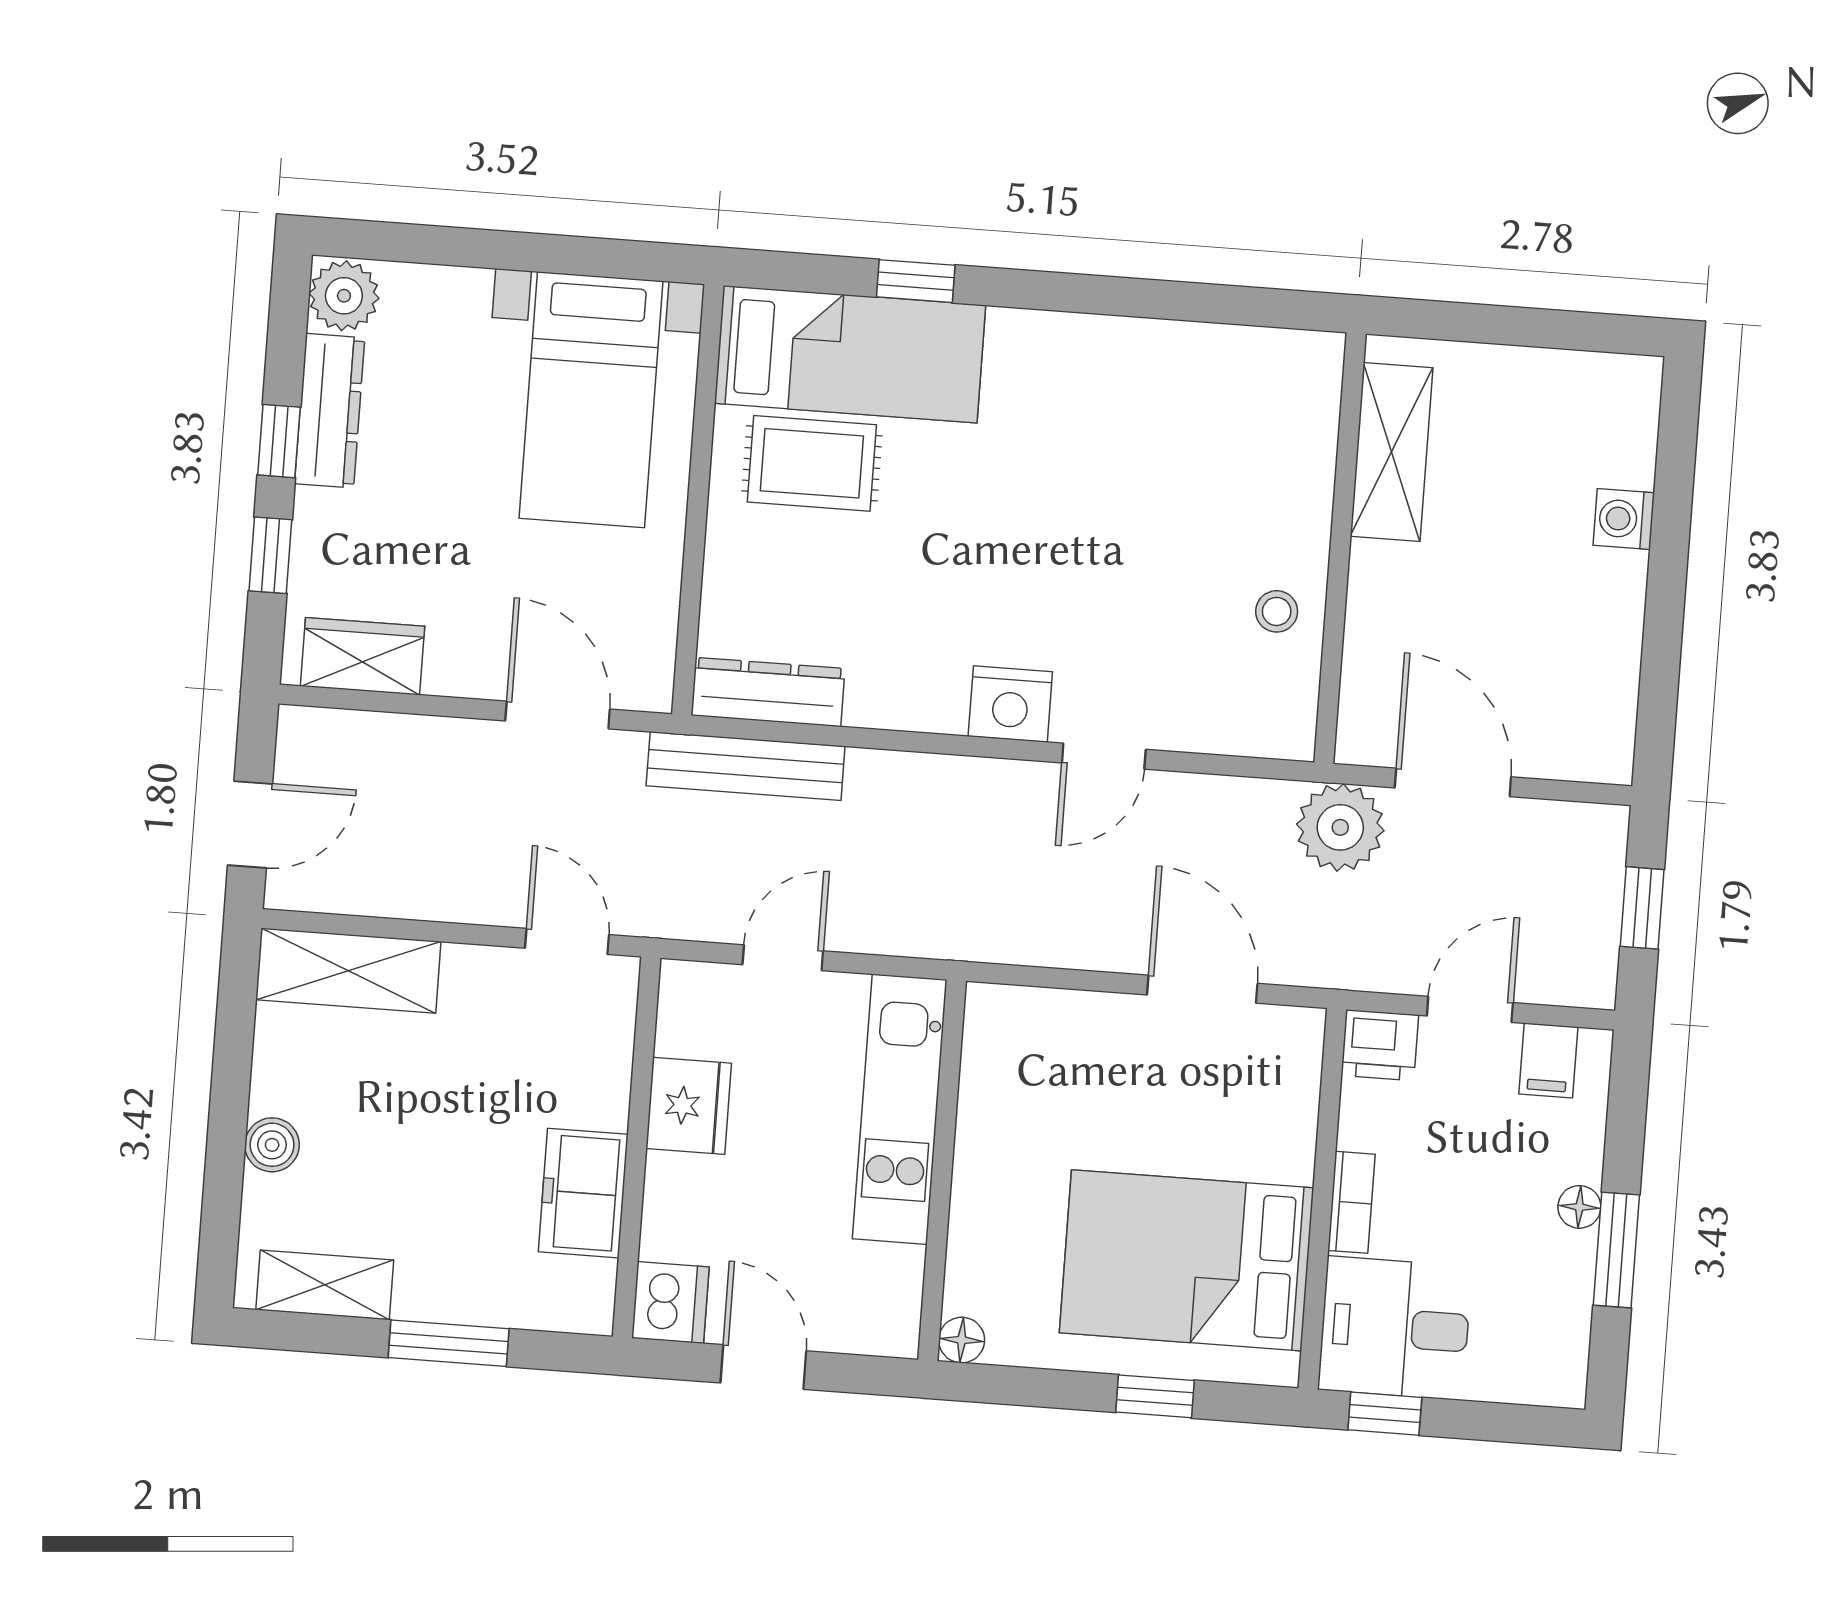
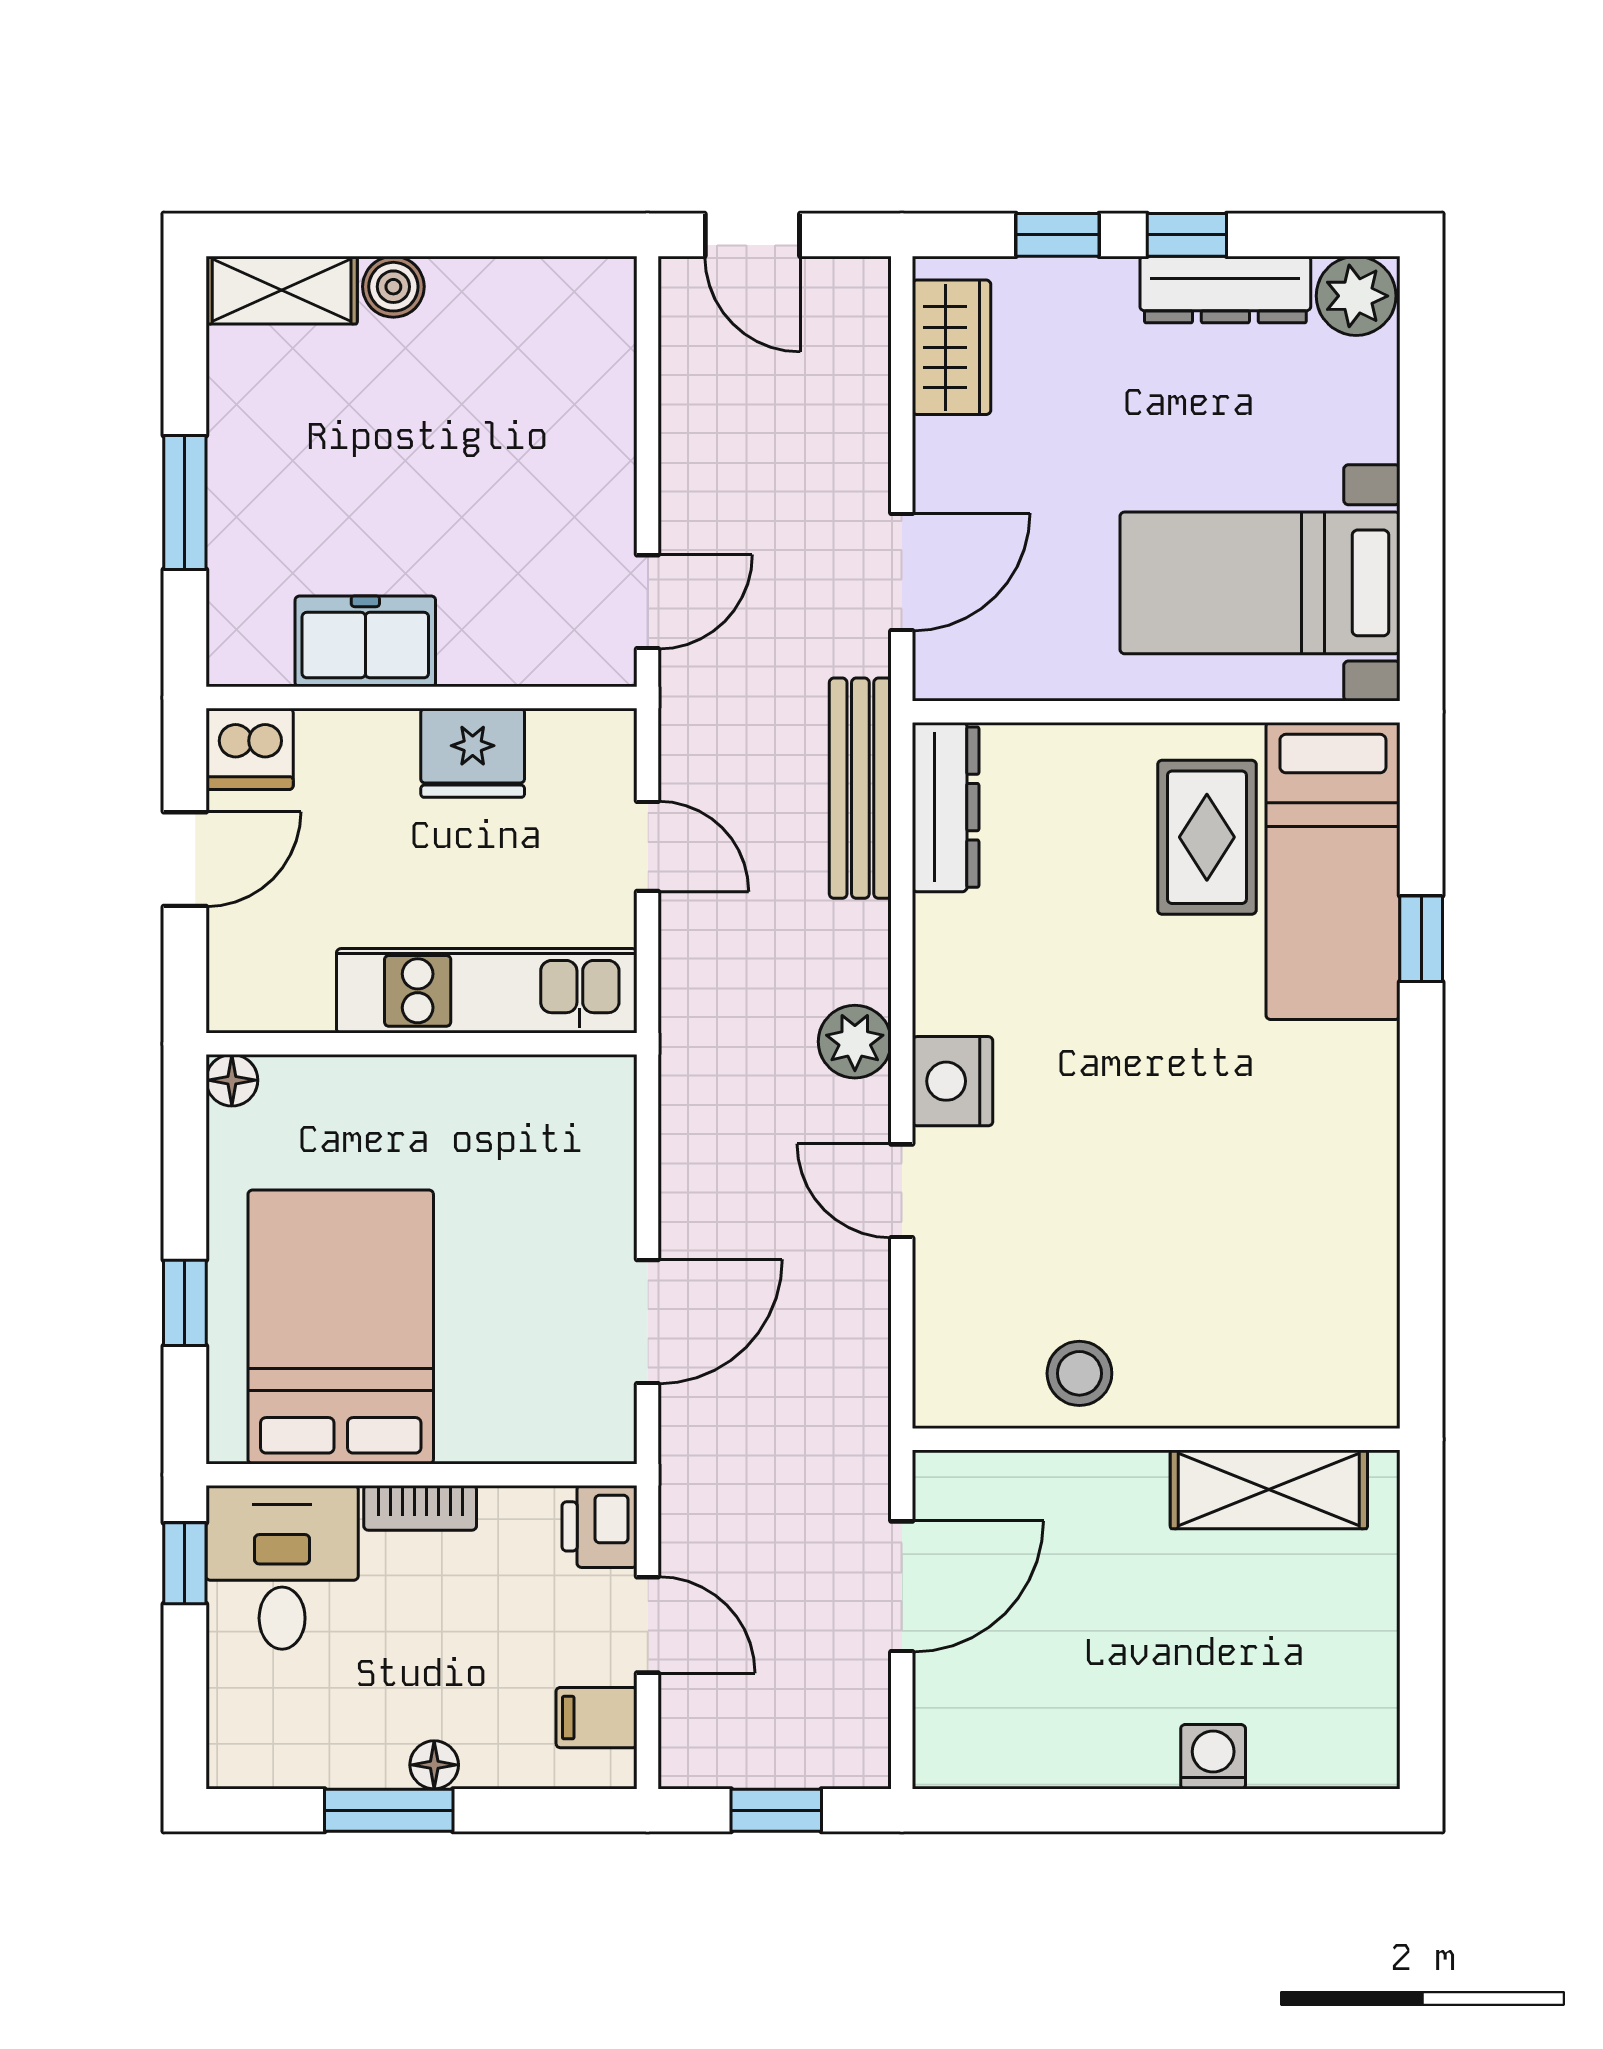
stool: (1277, 611) -> (1079, 1373), width x1.37, depth x1.37
plant: (1340, 827) -> (855, 1042), moved, width x0.73, depth x0.73
shelving: (348, 971) -> (596, 358), removed
shelving: (325, 1285) -> (282, 290), moved, turned 90

